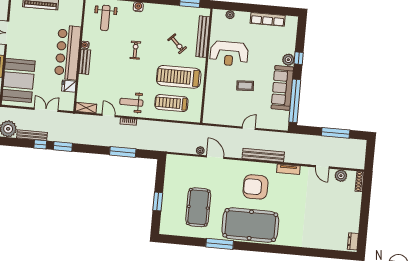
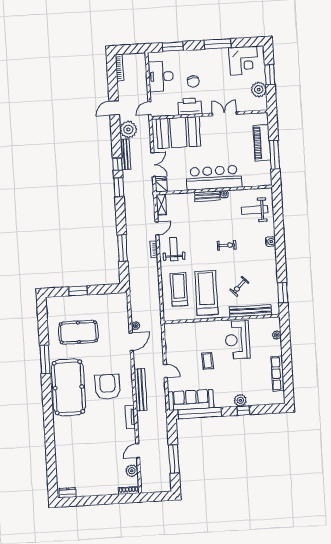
fridge: (69, 86) -> (161, 185), moved
sofa: (282, 88) -> (191, 400), moved

